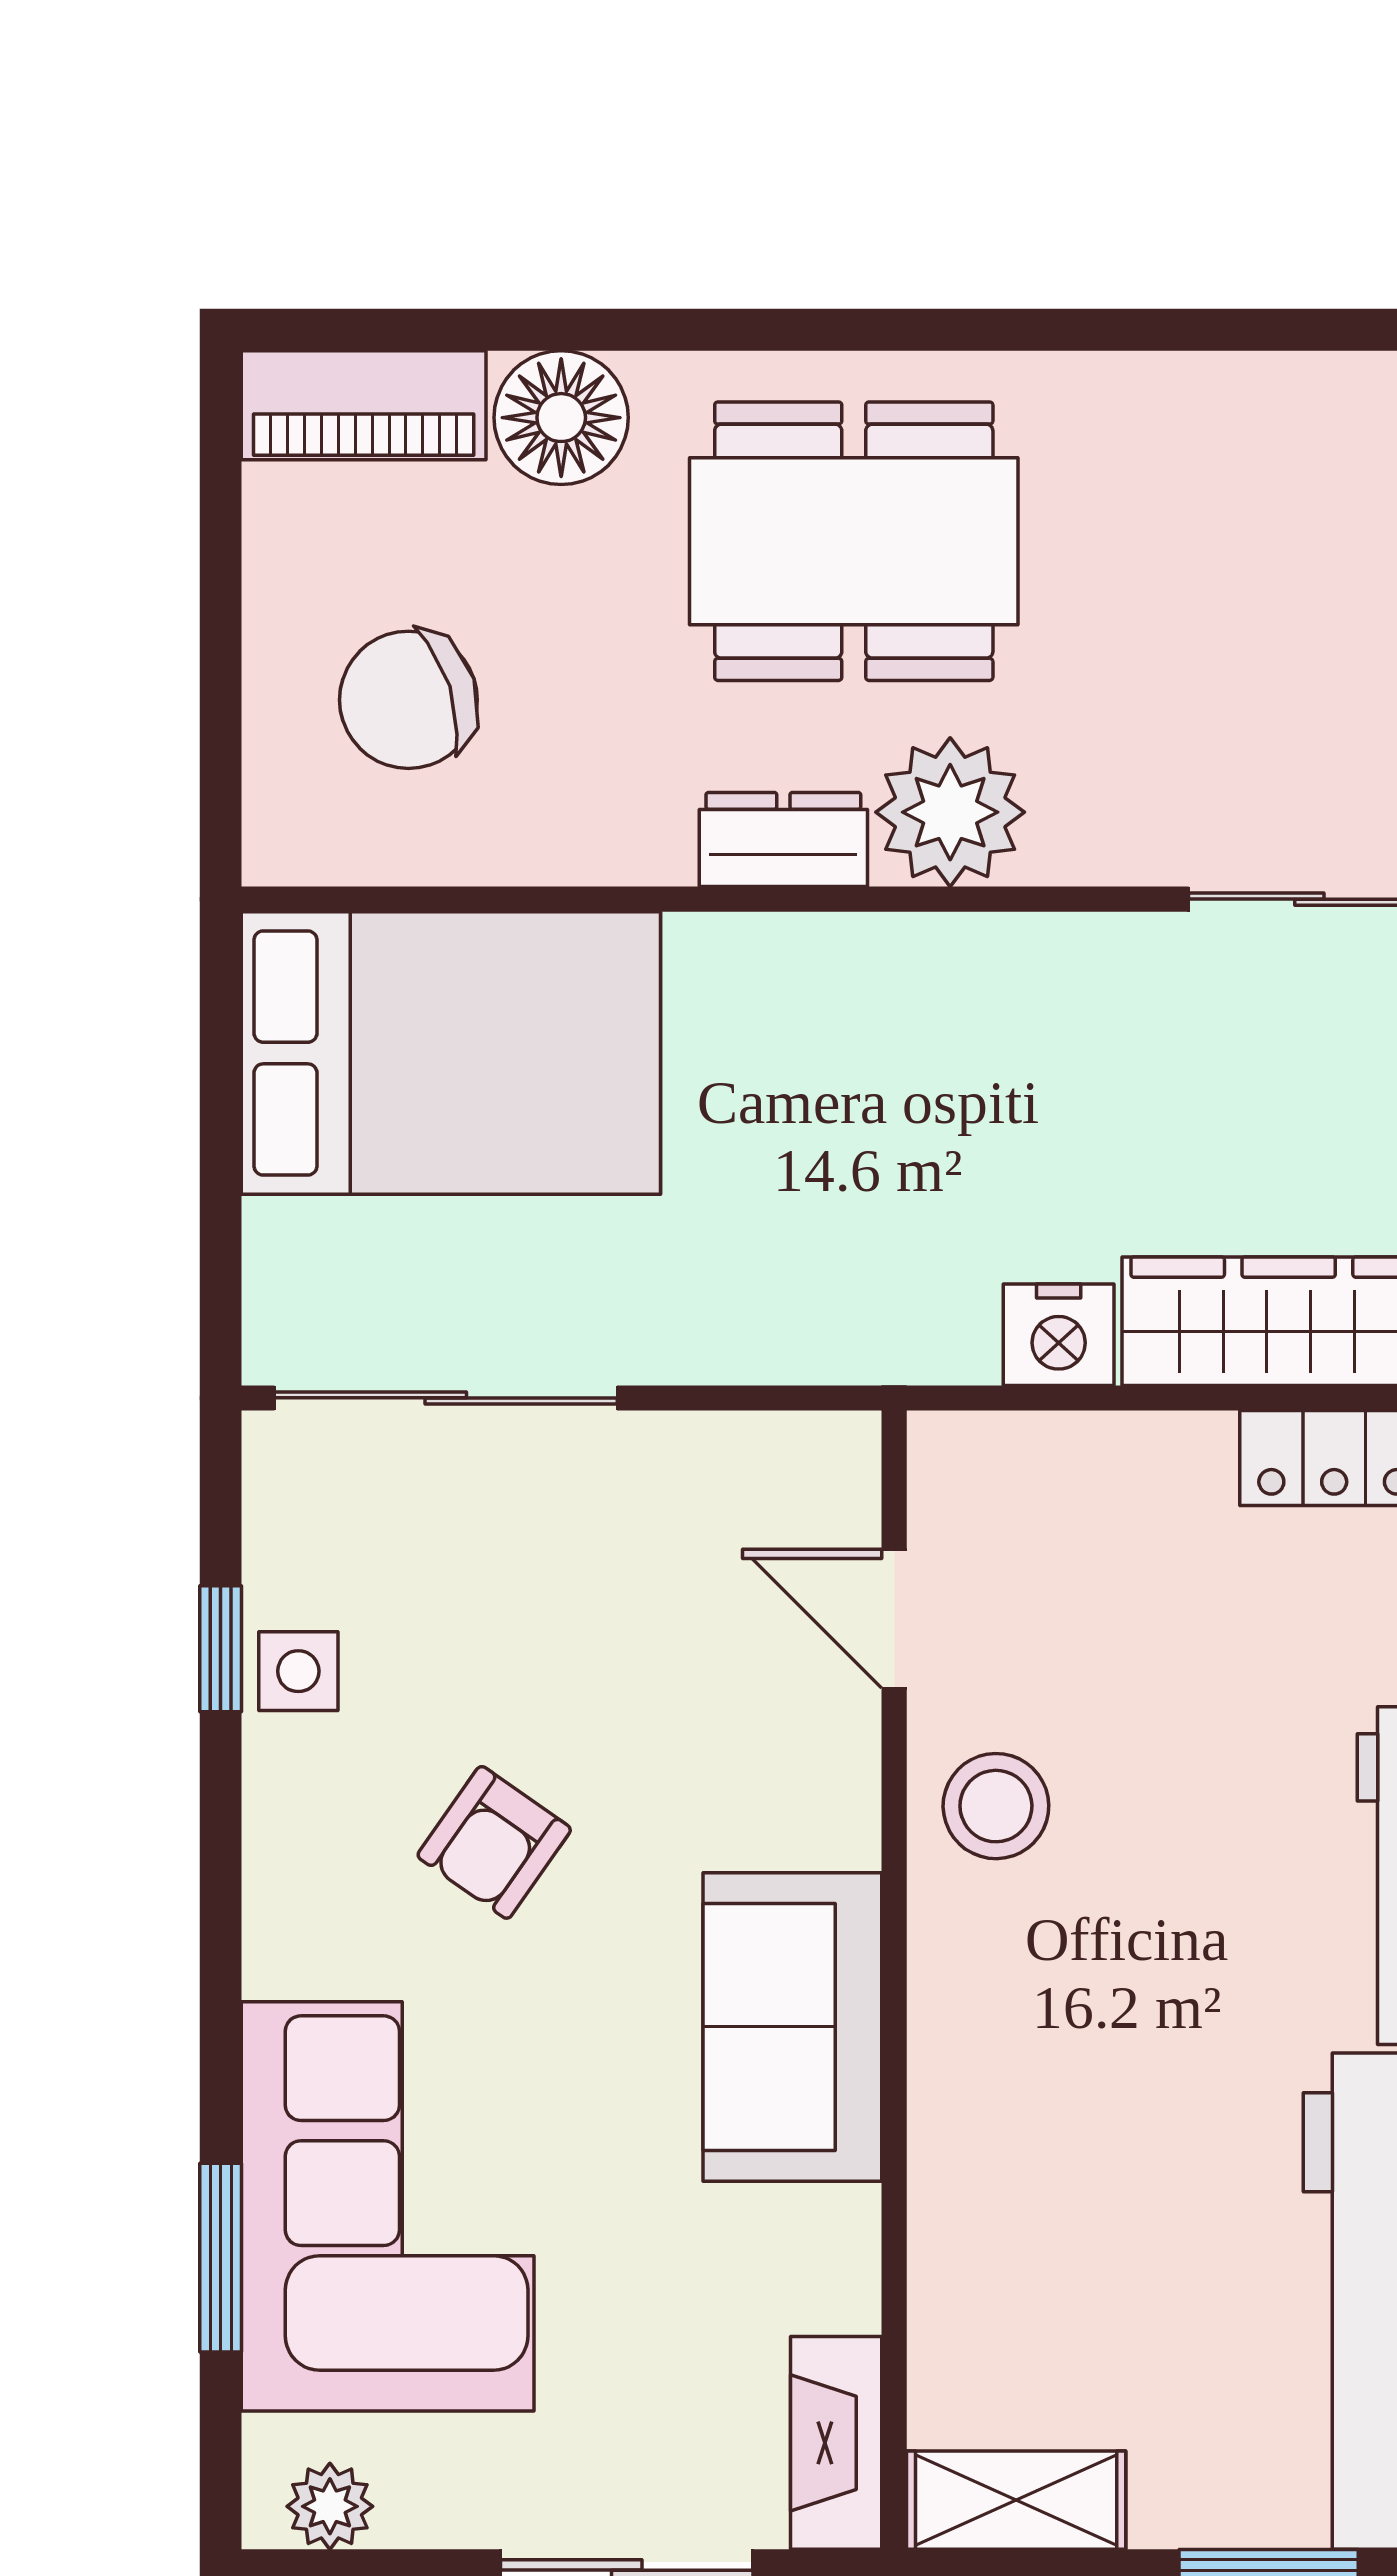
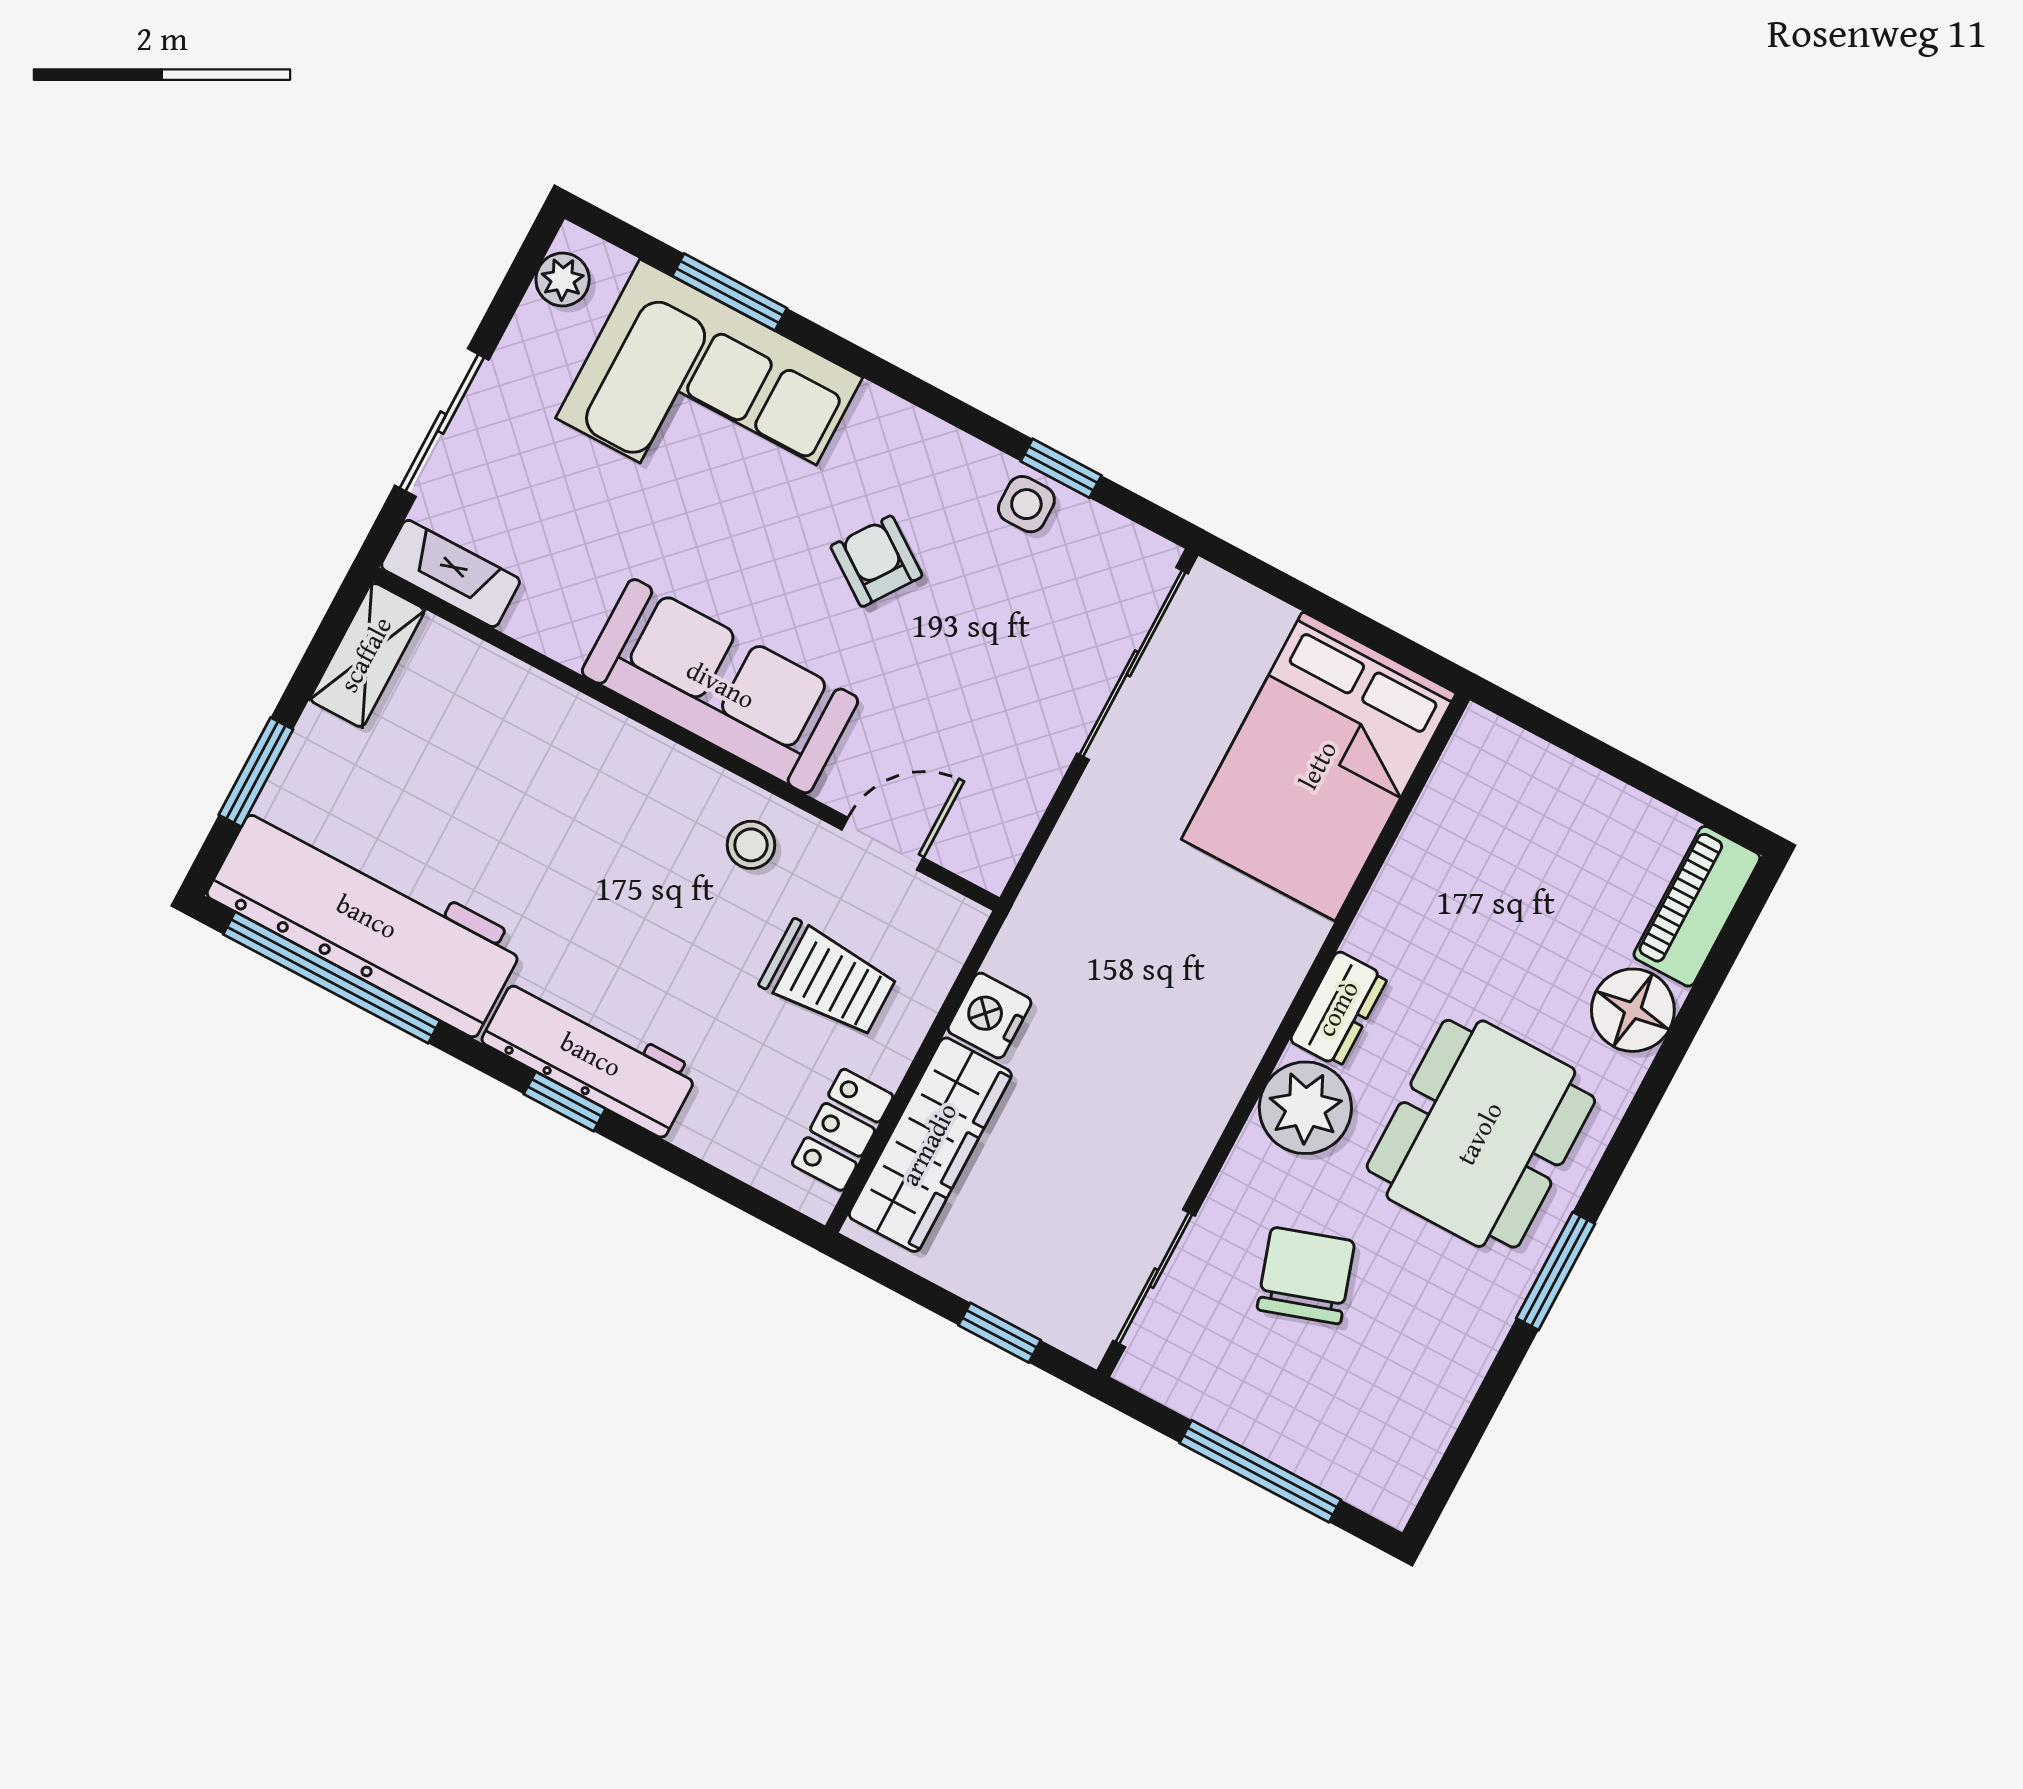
window: (993, 330) -> (1556, 1271), added
chair: (408, 700) -> (1306, 1276), moved
trolley: (1129, 1593) -> (828, 979), added
stool: (996, 1806) -> (751, 845), width x0.73, depth x0.73
sofa: (792, 2027) -> (720, 686), width x1.36

